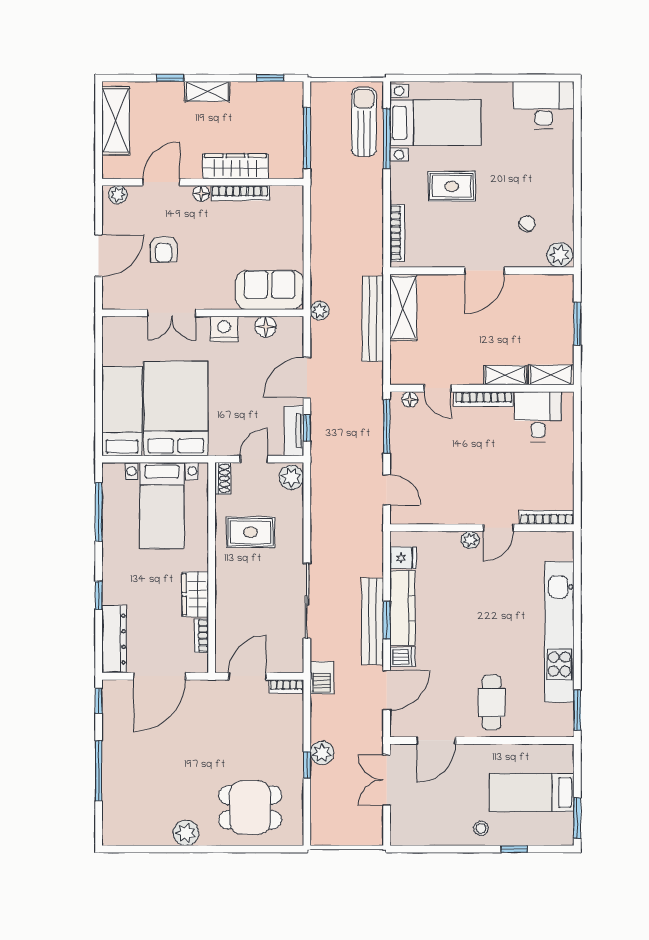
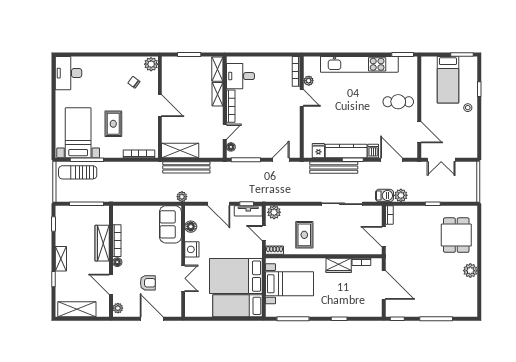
plant: (470, 540) -> (309, 81), moved
bench: (373, 621) -> (334, 167), moved
dresser: (114, 639) -> (363, 310), removed
plant: (322, 753) -> (401, 195), moved

